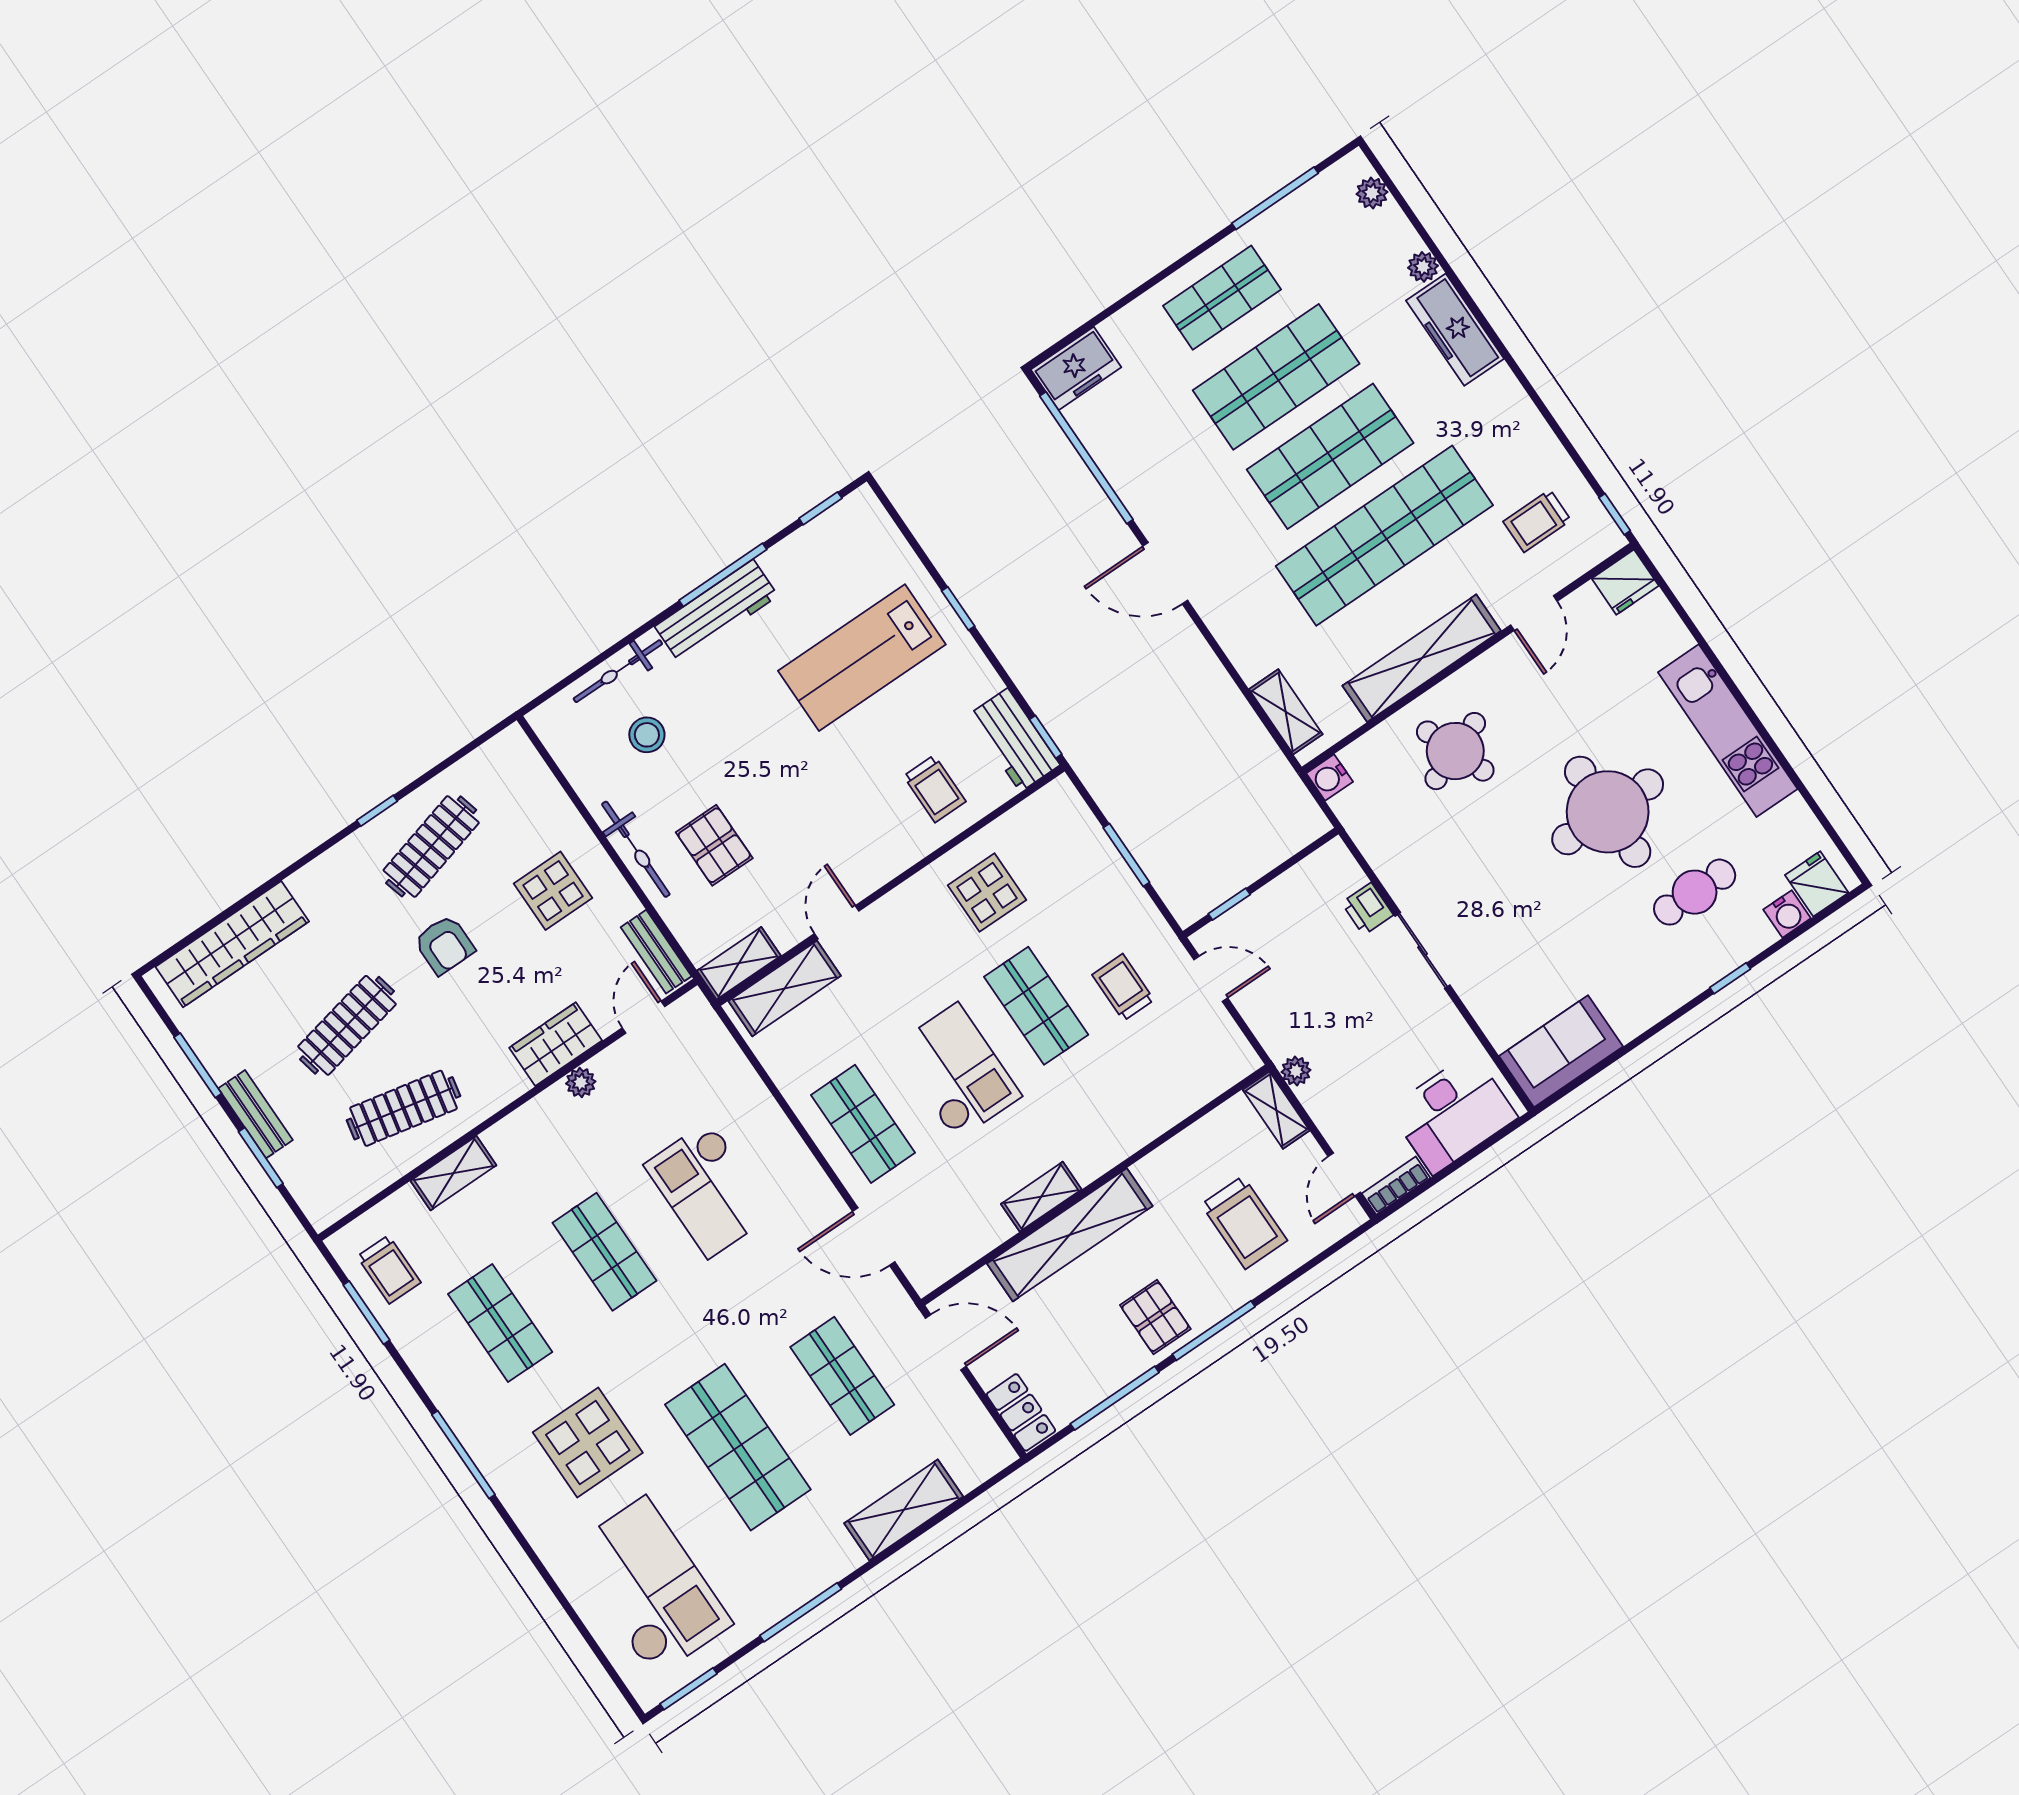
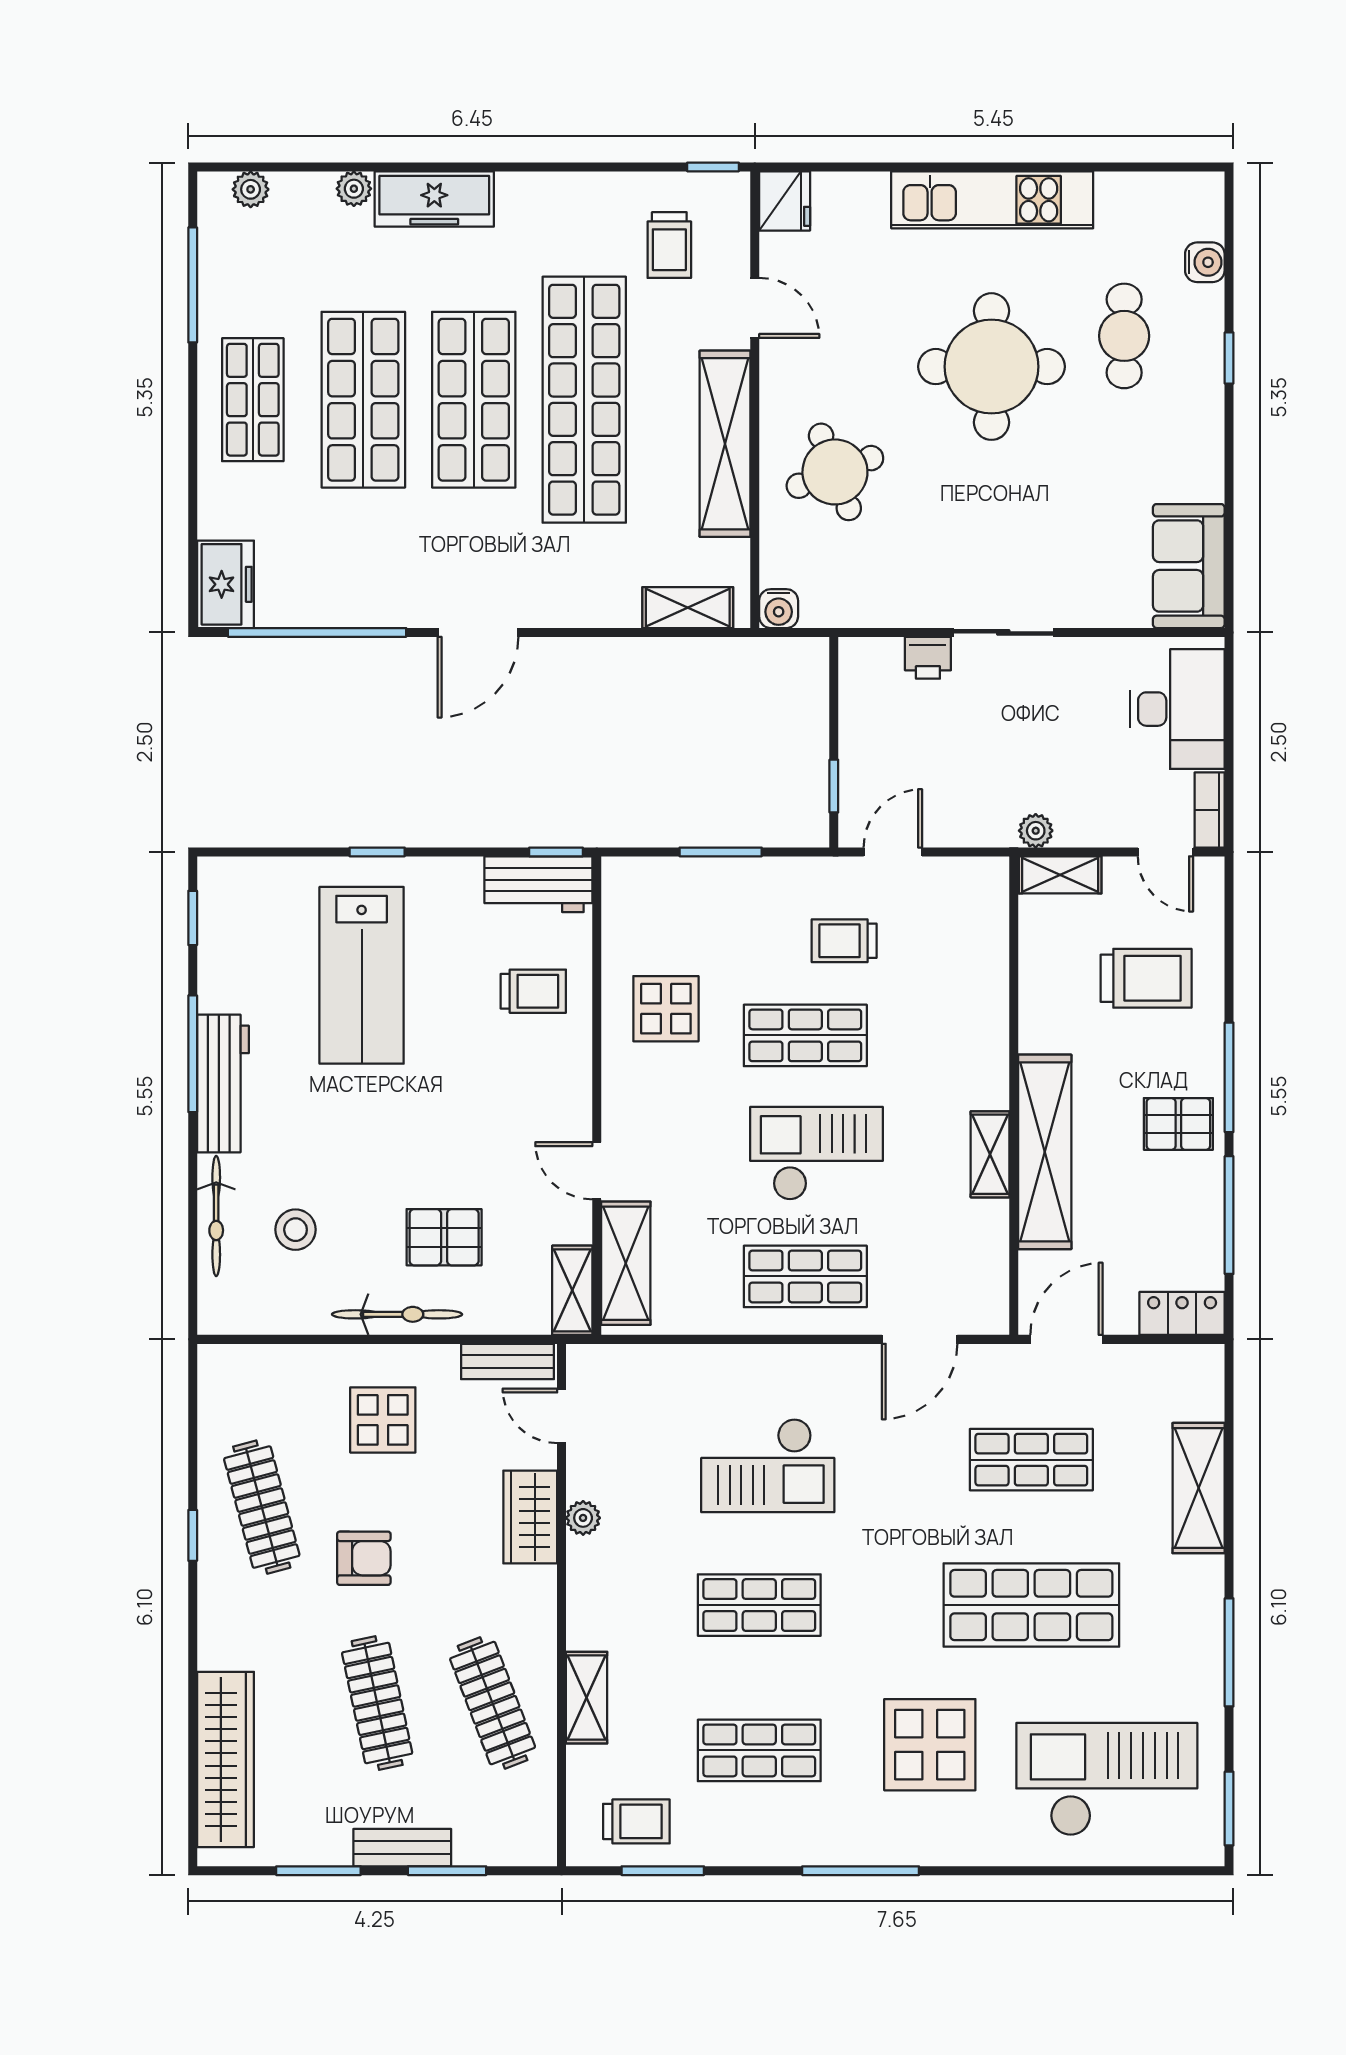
fridge: (1817, 884) -> (1196, 215), removed
clothes rail: (404, 1108) -> (493, 1703), turned -33

